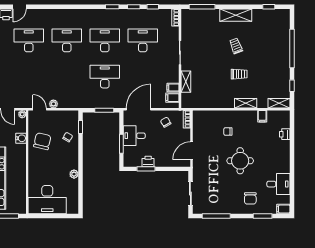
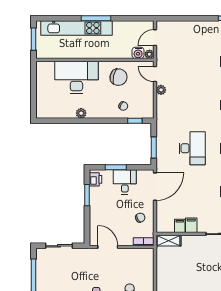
shelving: (186, 82) -> (168, 241), moved
filing cabinet: (172, 98) -> (191, 225), moved
door: (40, 109) -> (155, 74), swing flipped
door: (138, 109) -> (155, 187), hinge flipped
water cooler: (21, 138) -> (138, 53), moved
printer: (148, 161) -> (95, 179), moved
desk: (47, 200) -> (76, 77), moved, turned 90

